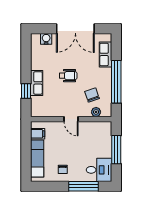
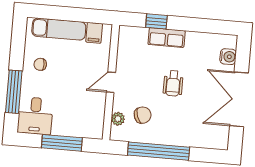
row of seats: (106, 54) -> (199, 139), removed

